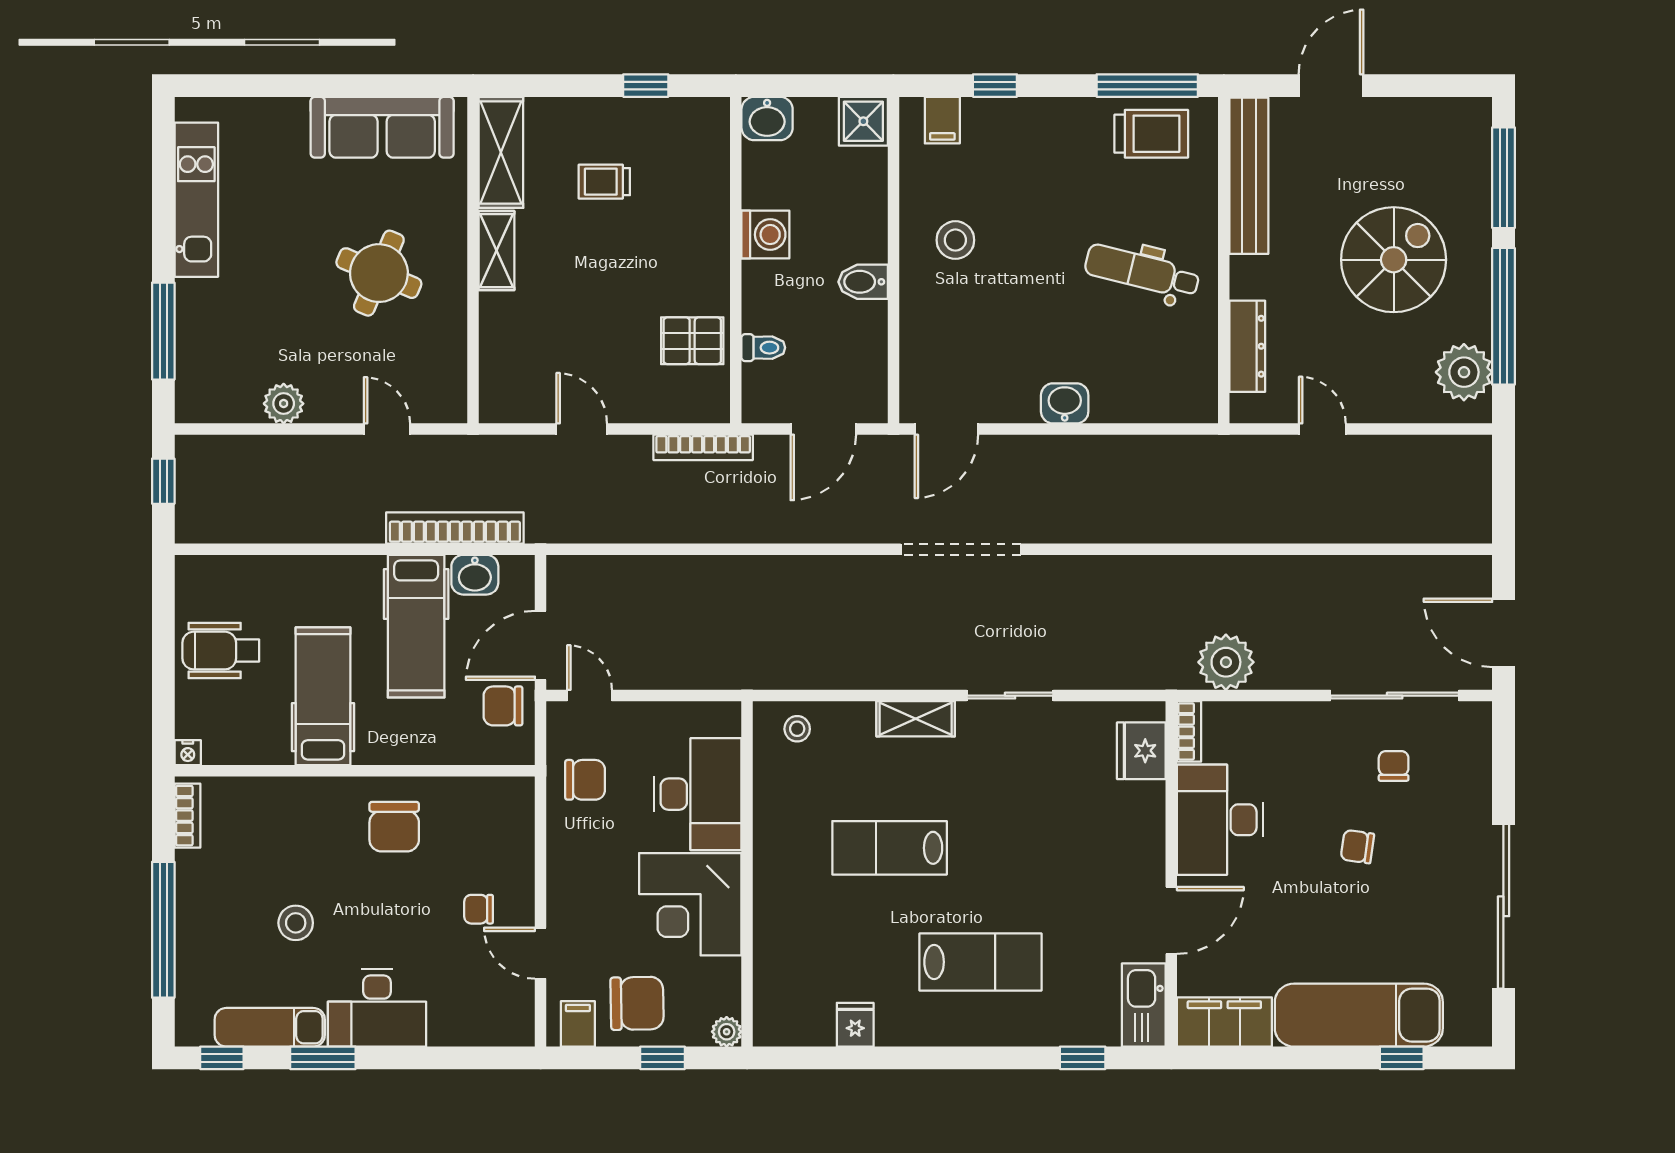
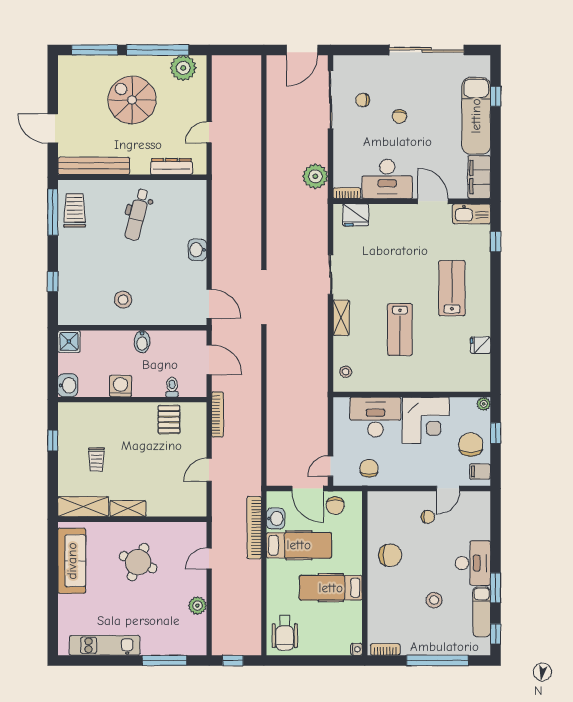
filing cabinet: (942, 120) -> (68, 306), removed
wheelchair: (221, 651) -> (285, 633), moved
chair: (479, 909) -> (428, 517), turned -92

